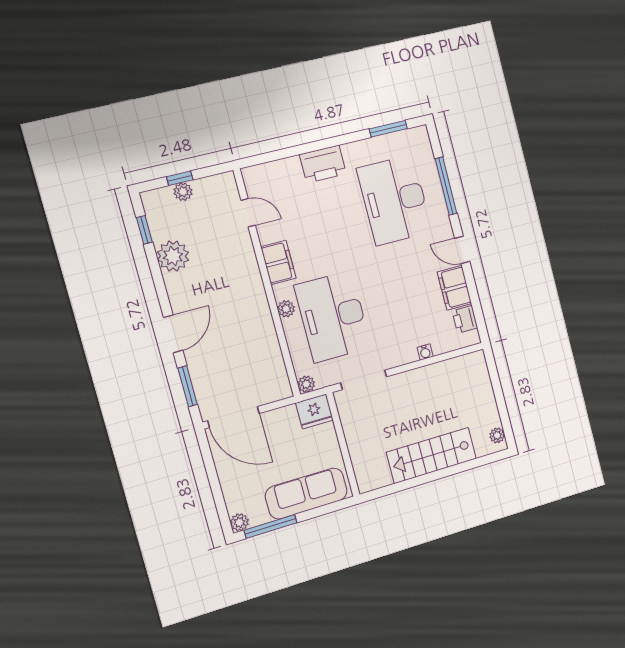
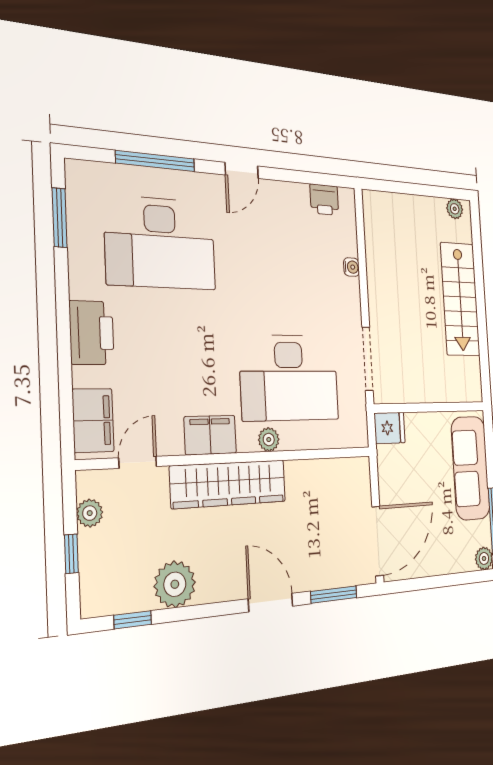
plant: (183, 192) -> (90, 513), moved
wardrobe: (248, 283) -> (229, 484), added
filing cabinet: (454, 288) -> (93, 420), moved, turned -90
plant: (306, 384) -> (359, 436), removed
fridge: (314, 411) -> (390, 428), width x0.72

